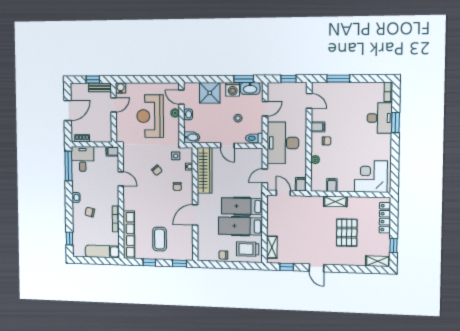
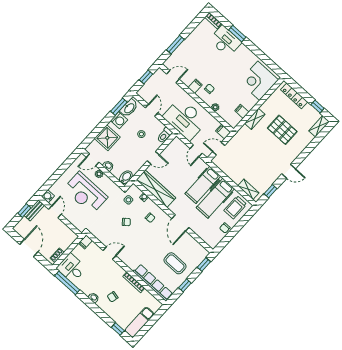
exam couch: (102, 251) -> (139, 322), moved

